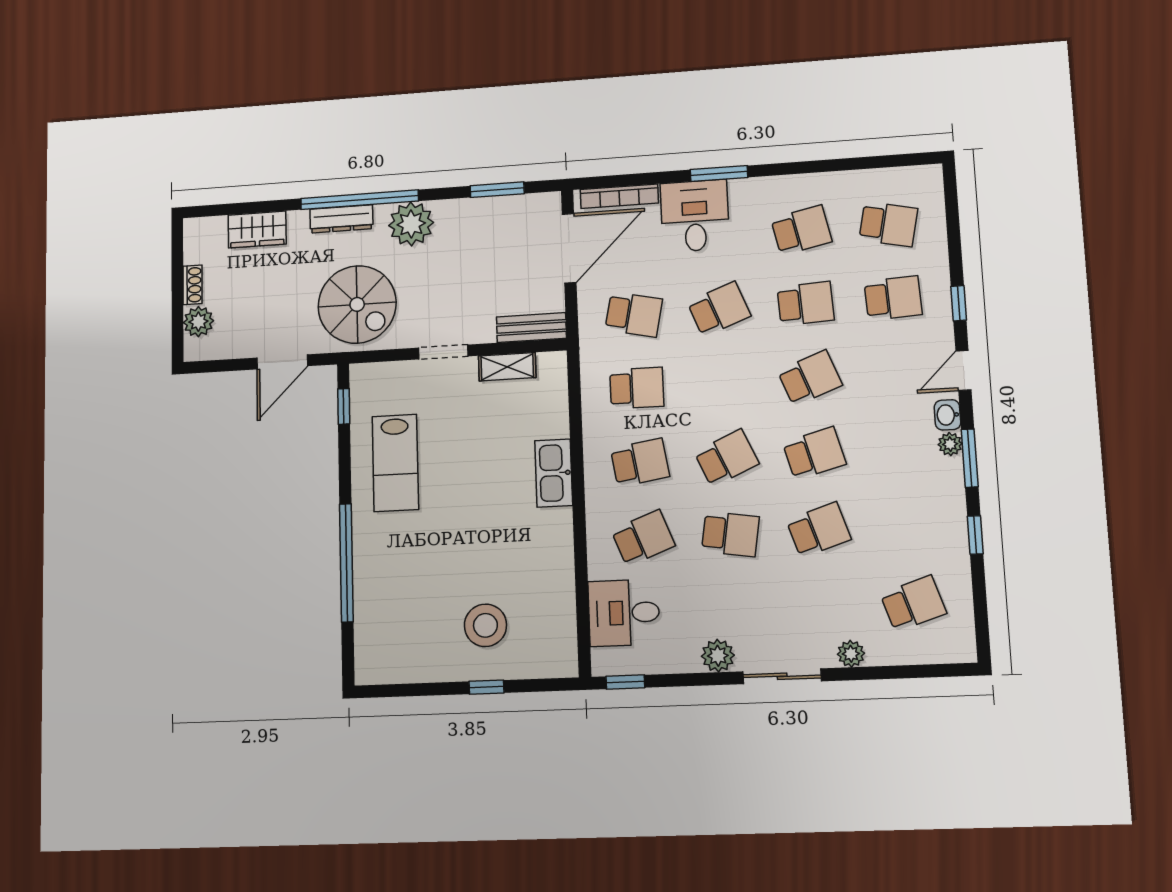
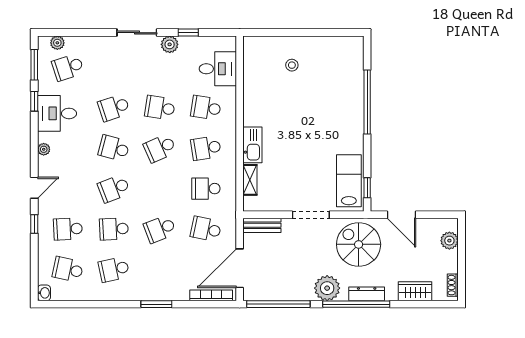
window: (497, 190) -> (278, 304), width x2.11
desk: (695, 216) -> (57, 113), moved, turned 90
shoe rack: (193, 285) -> (453, 285), moved
doorway: (443, 352) -> (311, 215), width x1.38
door: (282, 362) -> (401, 215), swing flipped
shelving: (507, 367) -> (250, 180), moved, turned 90
washbasin: (947, 415) -> (44, 293), moved
school desk: (814, 453) -> (114, 148), turned 30
window: (970, 458) -> (34, 65), moved
lab bench: (395, 463) -> (349, 181), moved
school desk: (643, 538) -> (206, 108), turned 30
stool: (485, 625) -> (292, 65), width x0.53, depth x0.53
plant: (851, 654) -> (57, 43), moved
window: (625, 682) -> (188, 33), moved
window: (486, 687) -> (292, 33), removed

